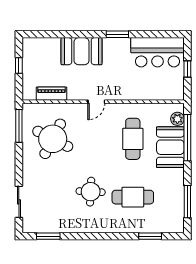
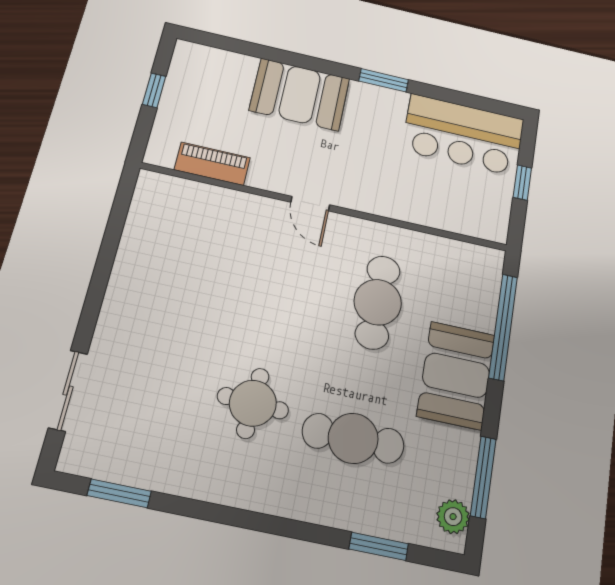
door: (96, 102) -> (310, 204), hinge flipped
plant: (177, 119) -> (453, 517), moved
window: (19, 126) -> (118, 215), removed
round table: (53, 139) -> (190, 261), removed
booth: (170, 147) -> (456, 375), moved

